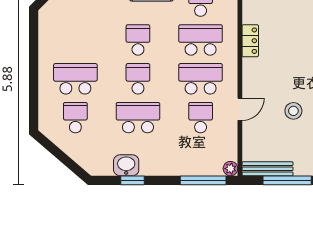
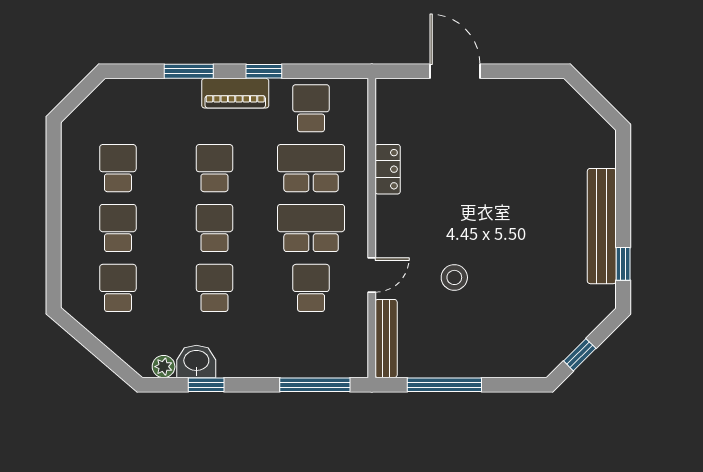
school desk: (75, 40) -> (118, 168), added
school desk: (75, 79) -> (118, 228), width x0.54
school desk: (138, 118) -> (214, 288), width x0.54
plant: (230, 169) -> (164, 367), moved
bench: (268, 169) -> (386, 339), moved, turned 90

